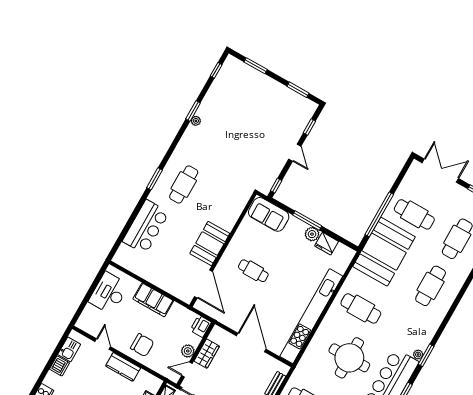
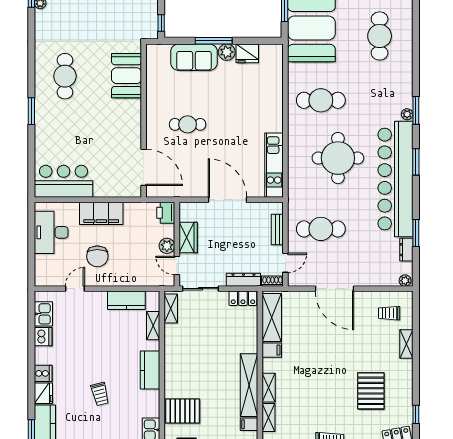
window: (154, 179) -> (31, 111), moved
sofa: (269, 214) -> (194, 57), moved
bar counter: (146, 227) -> (64, 181), moved, turned -90
booth: (210, 243) -> (127, 76), moved
kitchen unit: (311, 316) -> (274, 165), width x0.54
door: (103, 344) -> (75, 289), hinge flipped
chair: (142, 345) -> (97, 256), moved, turned 90
kitchen counter: (123, 367) -> (126, 300), moved
door: (187, 370) -> (177, 265), hinge flipped

